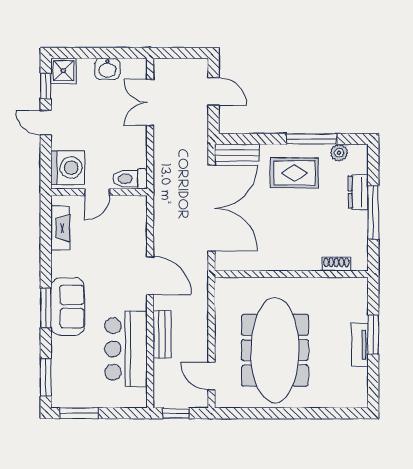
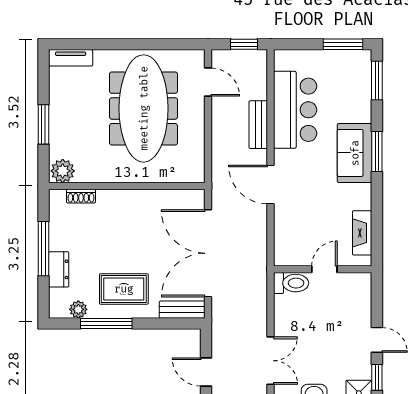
washing machine: (68, 168) -> (354, 294), removed
plant: (354, 289) -> (63, 171), added
tv unit: (360, 345) -> (71, 58), moved, turned 90

